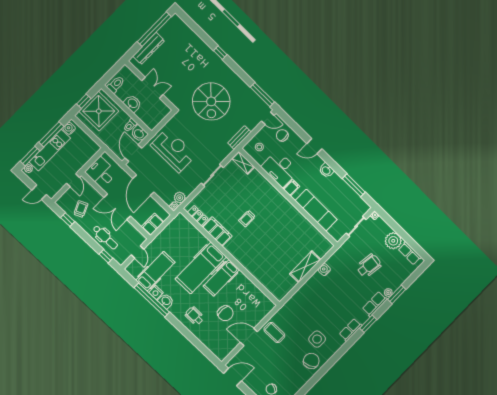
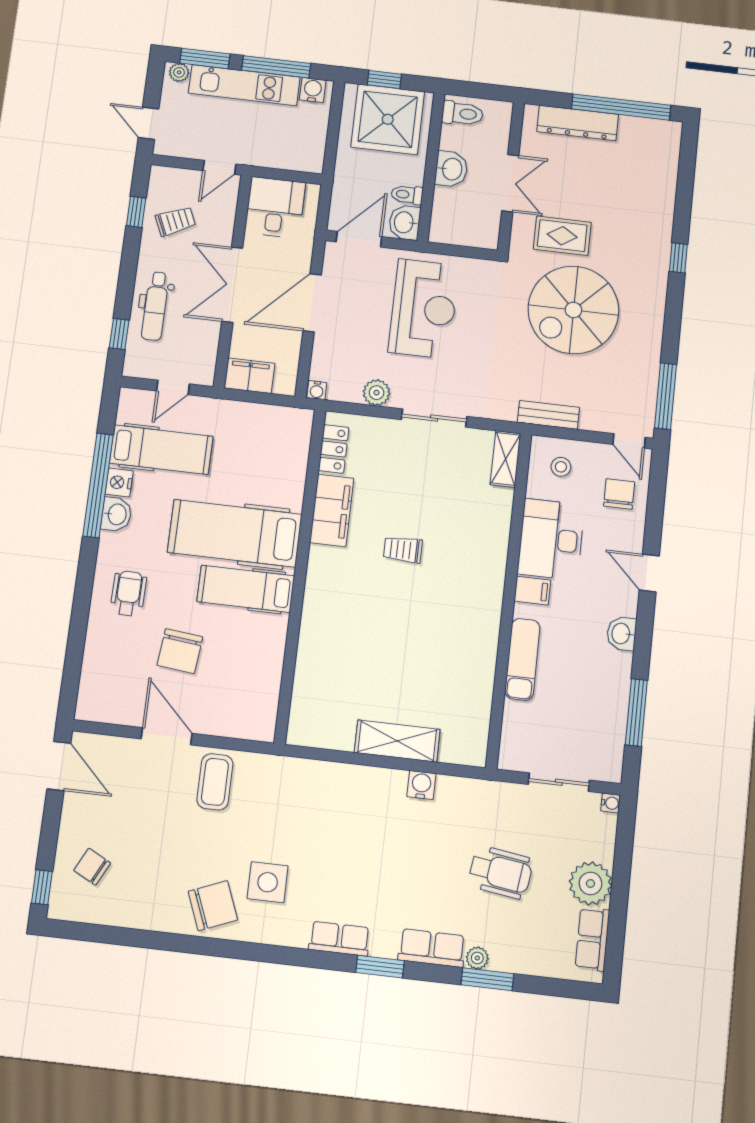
rug: (183, 85) -> (562, 236), added
plant: (180, 198) -> (377, 393), moved
exam couch: (316, 210) -> (522, 659), width x0.73, depth x0.69

